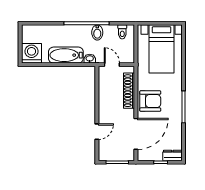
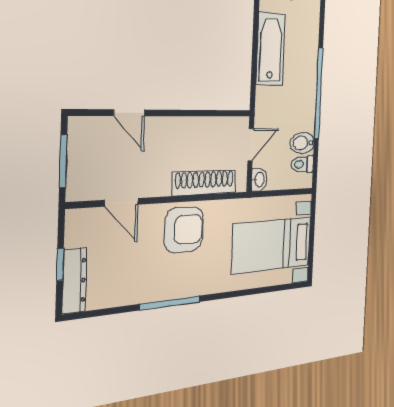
bidet: (97, 32) -> (302, 143), moved
washbasin: (90, 59) -> (259, 180), moved
armchair: (150, 101) -> (184, 230), turned -89
door: (136, 134) -> (122, 202), width x0.53
dresser: (172, 155) -> (74, 281), width x1.44

